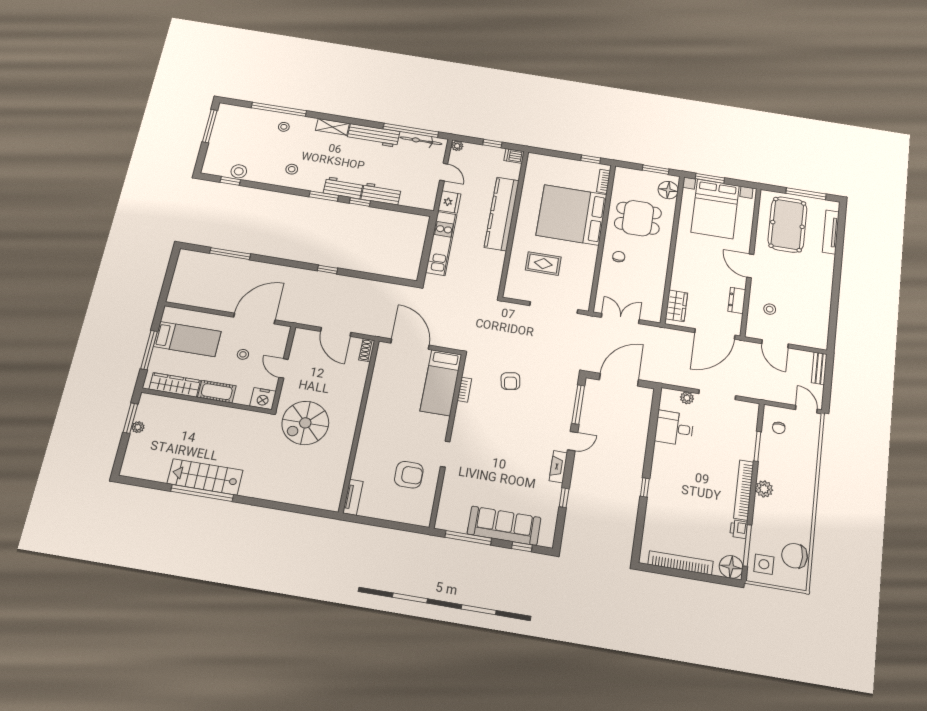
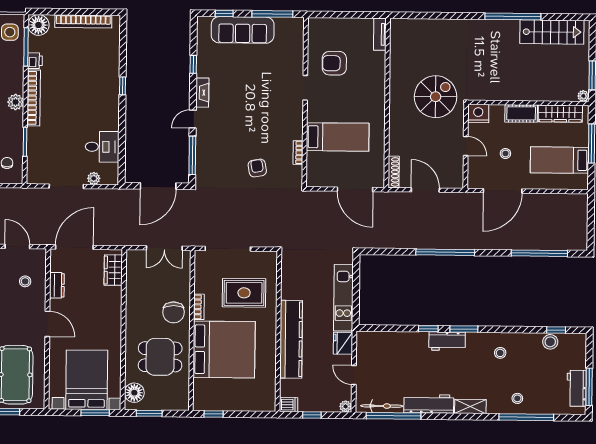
bookcase: (604, 181) -> (199, 307), moved
workbench: (381, 194) -> (577, 388), moved, turned 90
window: (230, 254) -> (539, 253), width x1.46
chair: (619, 257) -> (174, 312), width x1.87, depth x1.87
rug: (543, 264) -> (244, 293), width x1.36, depth x1.43
window: (328, 269) -> (445, 252), width x3.17
shoe rack: (367, 350) -> (394, 172), width x1.43
bed: (441, 383) -> (338, 137), moved, turned 90
plant: (138, 427) -> (583, 96), moved
stairs: (205, 477) -> (552, 32), moved

